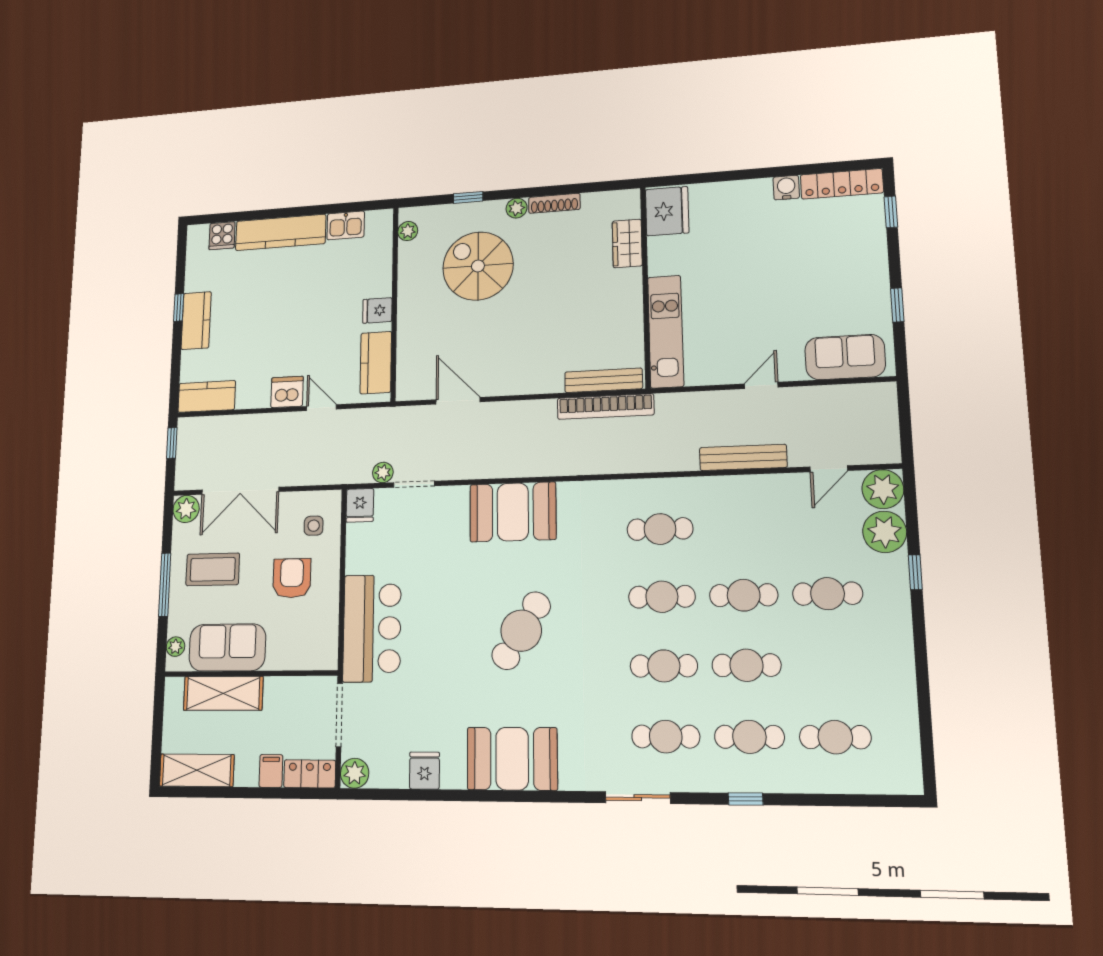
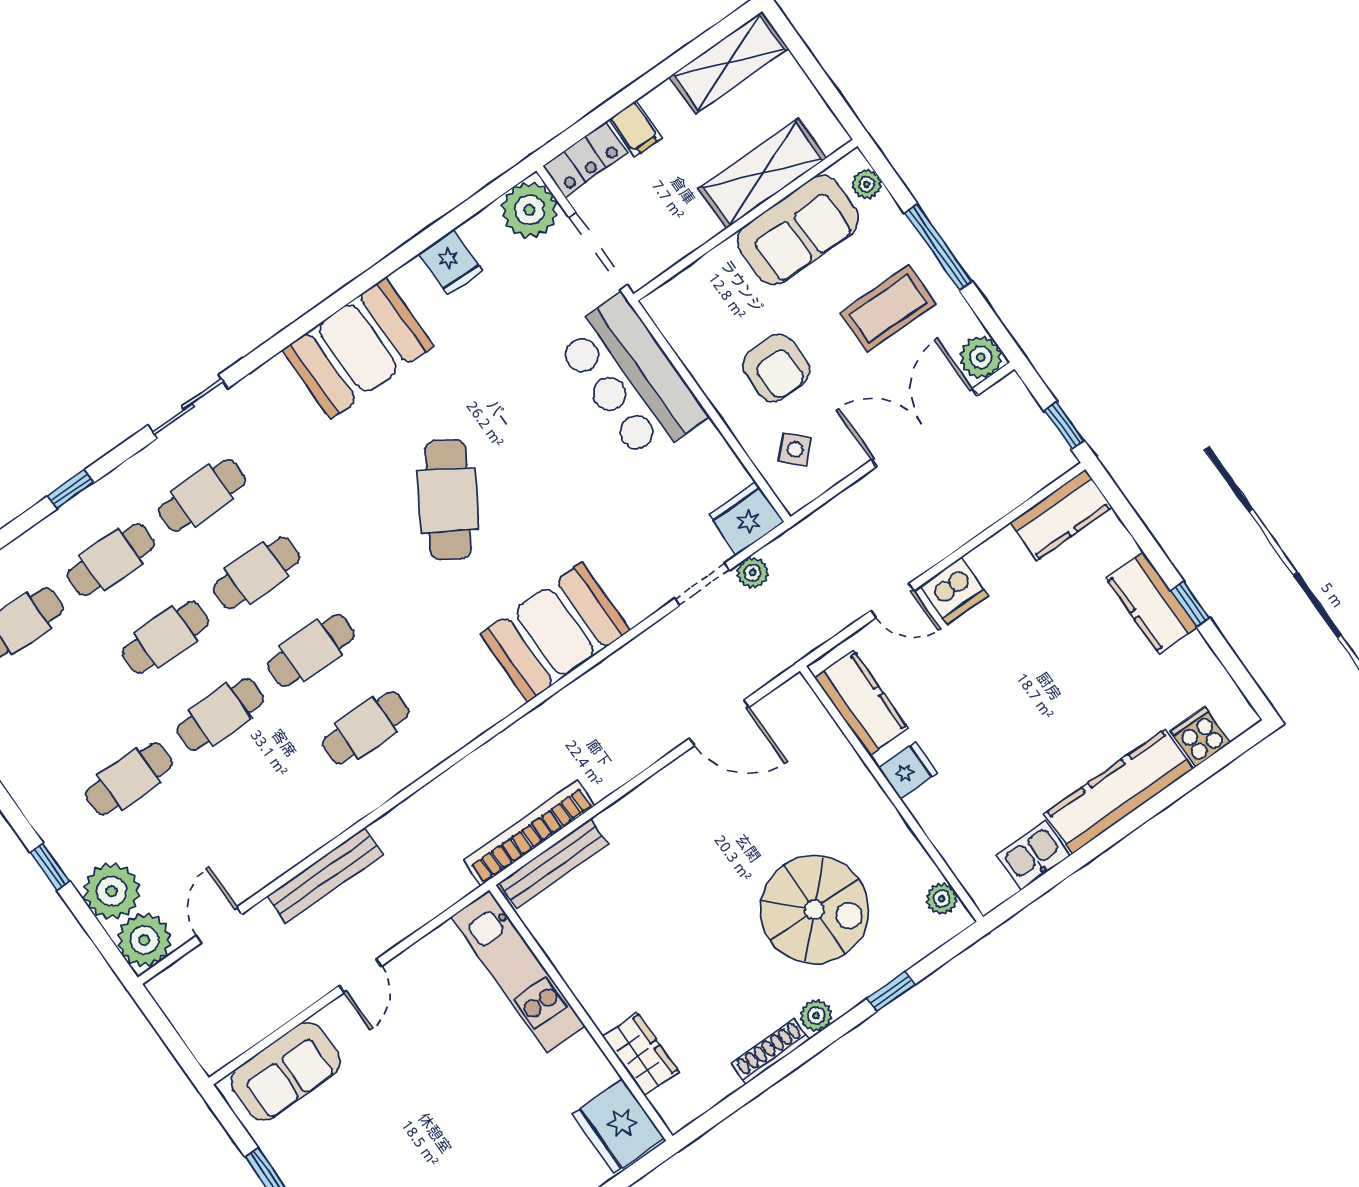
fridge: (360, 505) -> (746, 518), width x1.38
side table: (314, 526) -> (795, 449), turned 45
plant: (355, 773) -> (529, 210), width x1.36, depth x1.36

